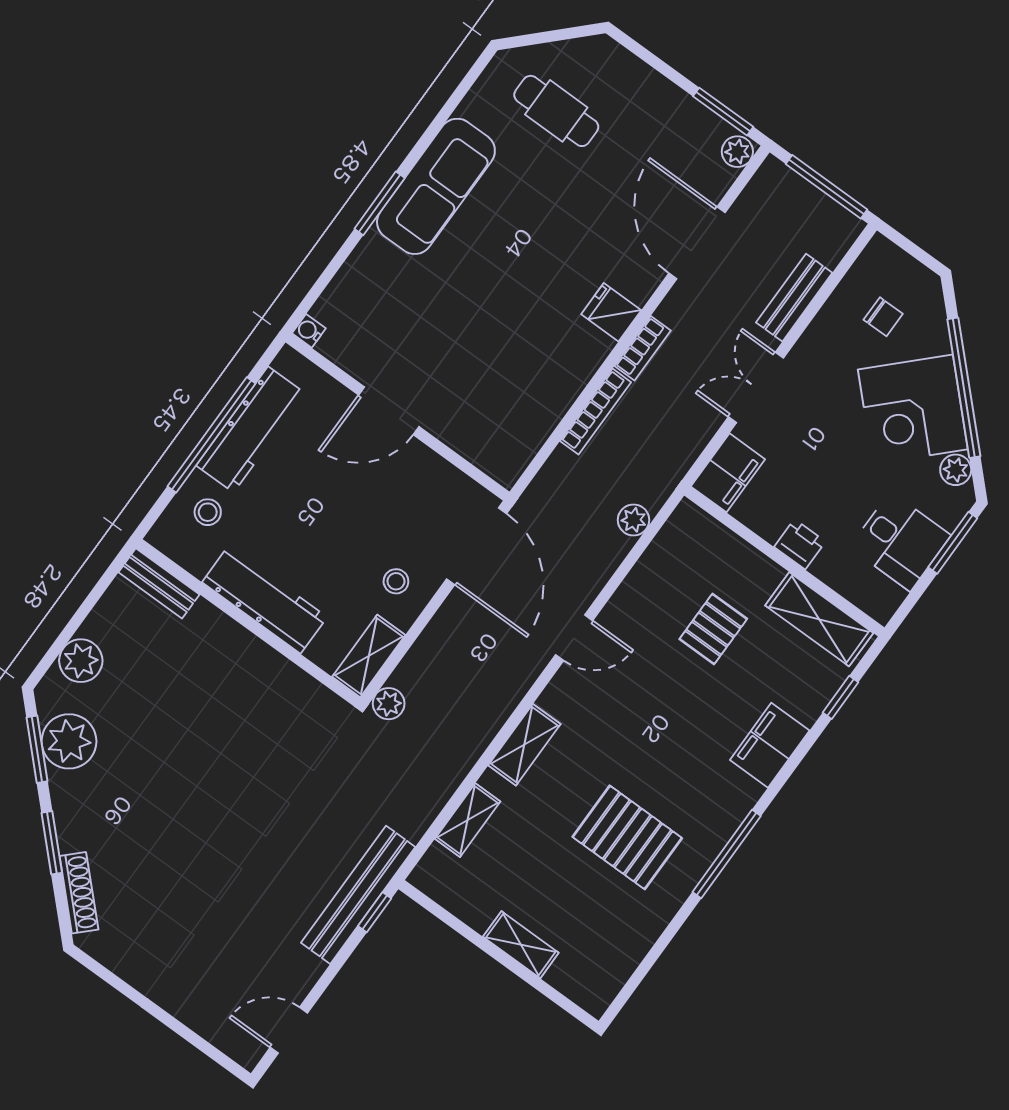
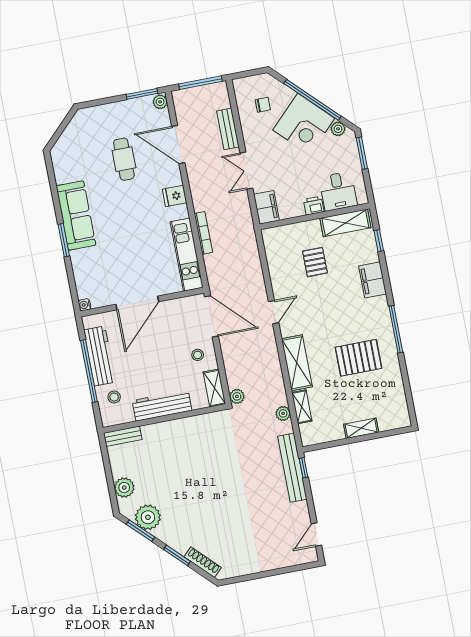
cafe table: (556, 111) -> (124, 159), moved, turned 90
bookcase: (643, 348) -> (197, 197), removed
door: (389, 411) -> (137, 303), width x1.36
kitchen unit: (537, 417) -> (187, 255), added
plant: (634, 520) -> (283, 413), moved
desk: (900, 541) -> (338, 191), moved, turned 90
shelving: (524, 745) -> (297, 363), width x1.50, depth x1.33

